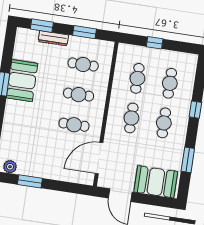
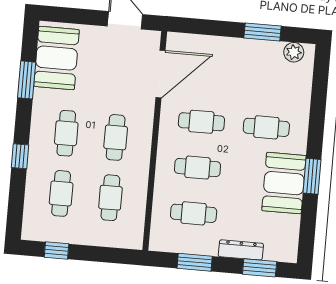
window: (155, 43) -> (57, 250), moved
cafe table: (31, 118) -> (266, 127), added
booth: (156, 182) -> (57, 58), moved, turned 90

